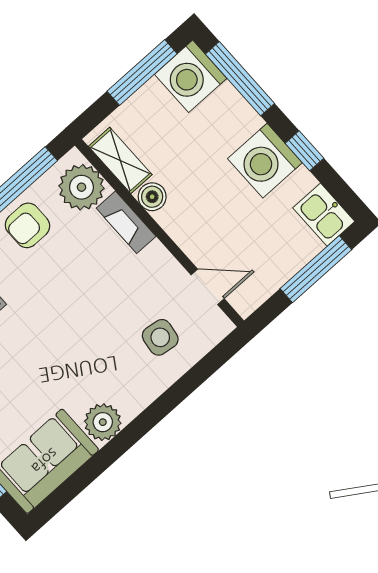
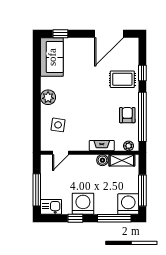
plant: (81, 187) -> (129, 146), width x0.53, depth x0.53
plant: (103, 422) -> (48, 97), moved

